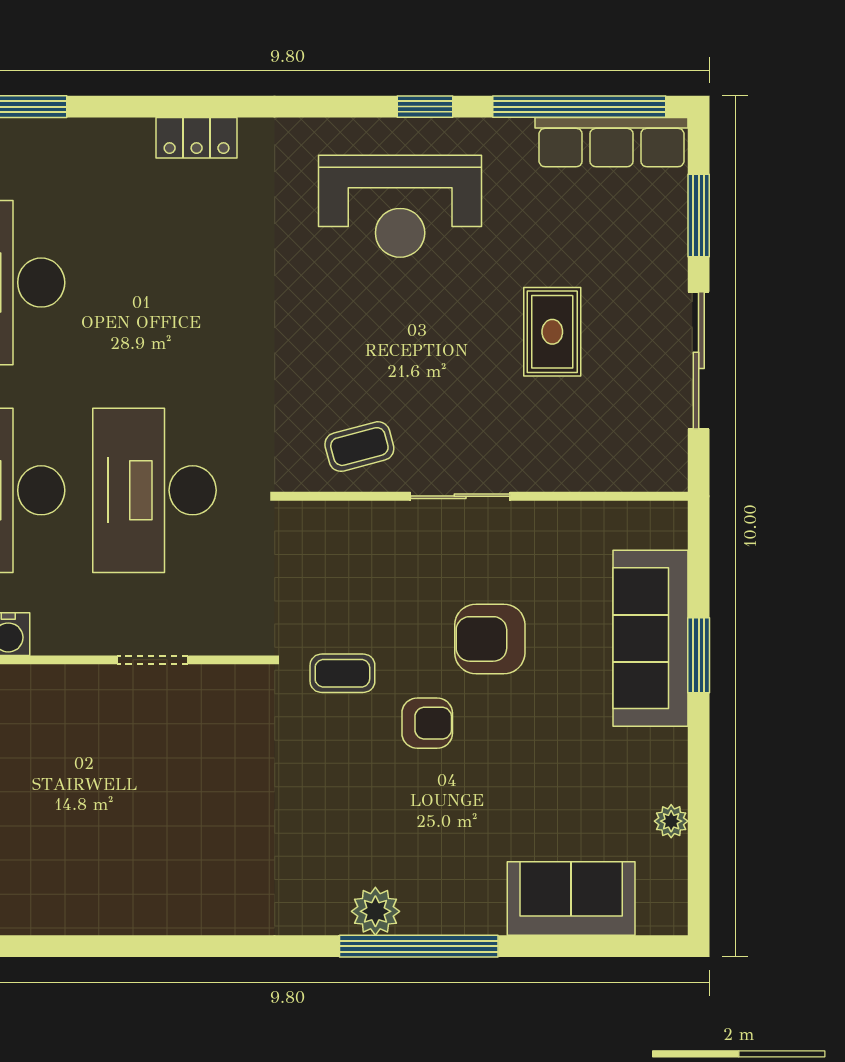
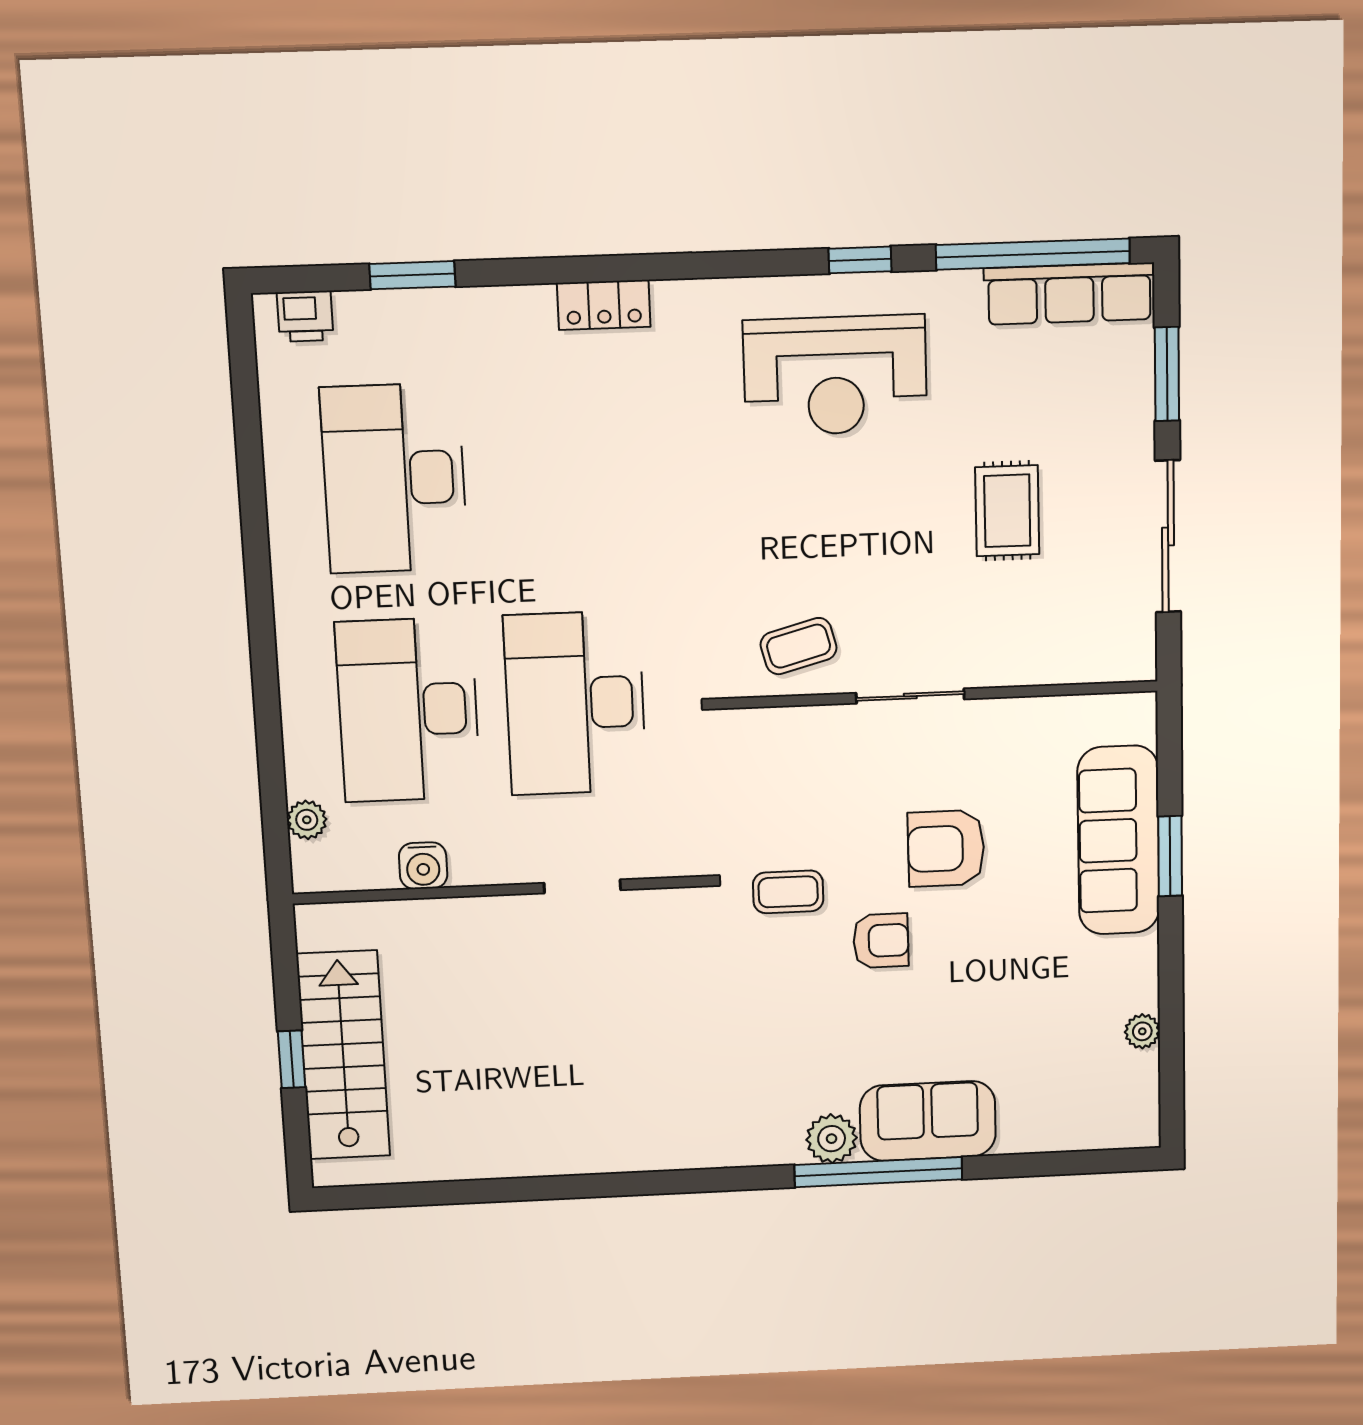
sofa: (571, 898) -> (928, 1121), moved

